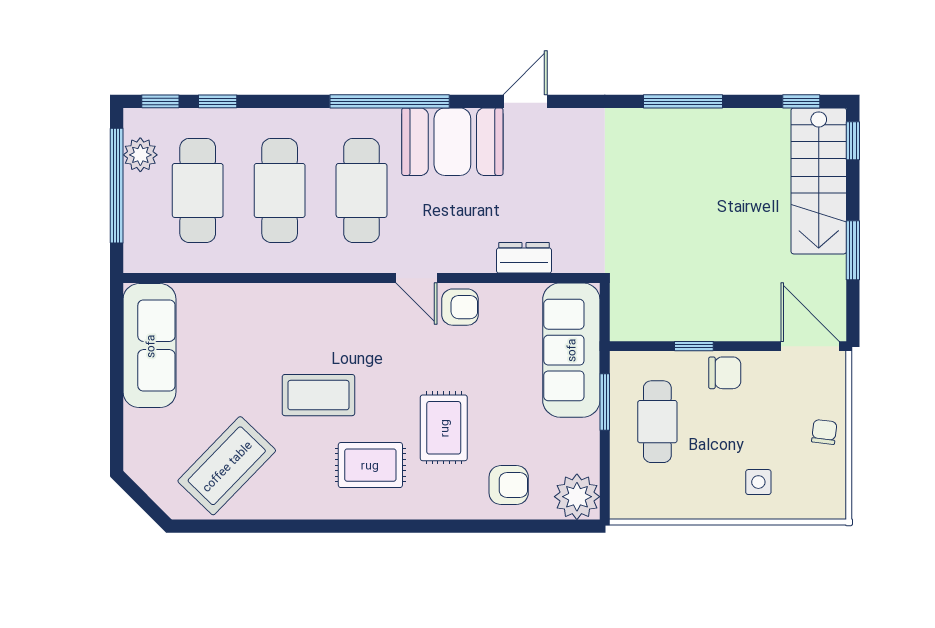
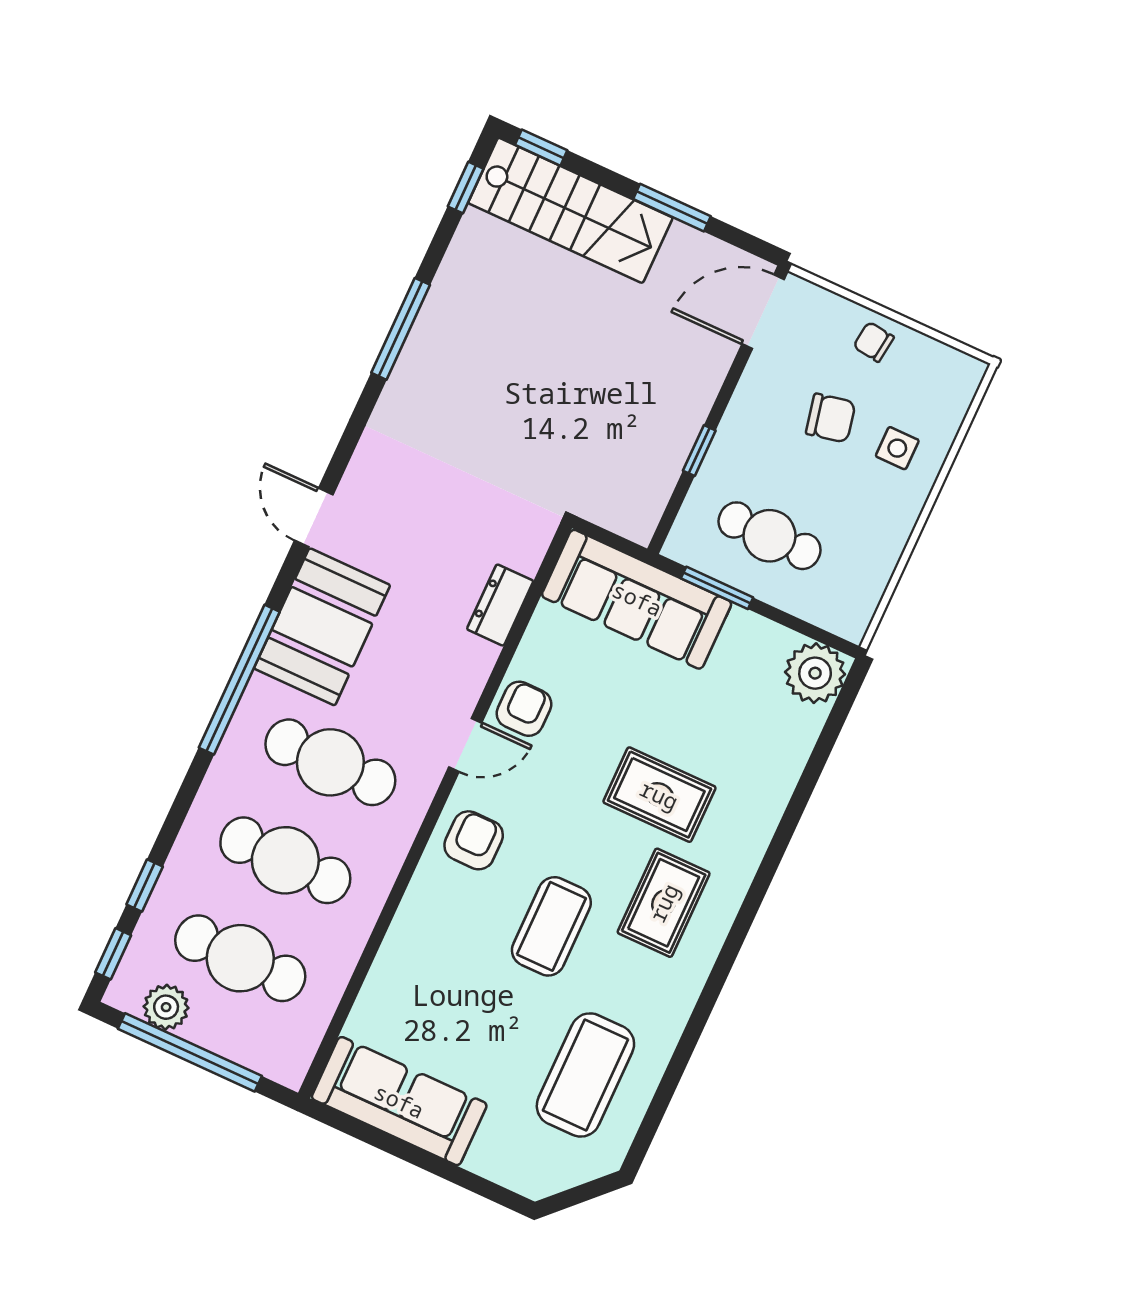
chair: (725, 373) -> (831, 418), moved, turned 78
coffee table: (227, 466) -> (585, 1075), turned 46
armchair: (509, 485) -> (474, 840), moved

